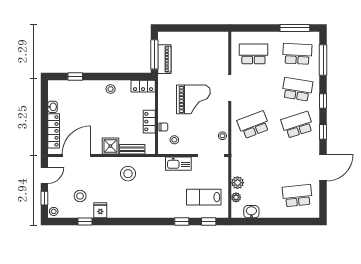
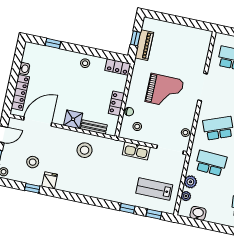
window: (154, 54) -> (135, 38), width x0.46
school desk: (253, 160) -> (211, 163), added

